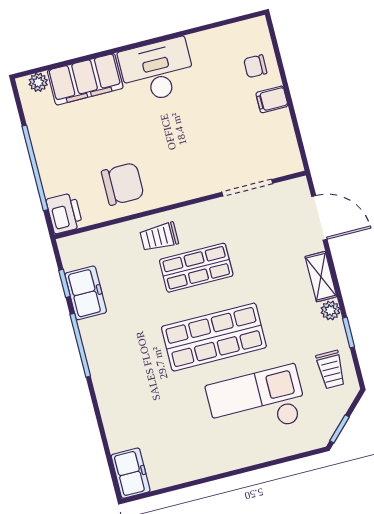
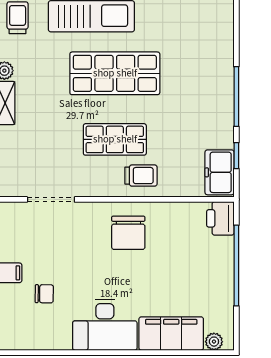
chair: (255, 66) -> (44, 294), moved
chair: (123, 184) -> (128, 233), moved, turned -90
freezer: (86, 293) -> (220, 172), moved

